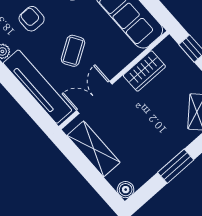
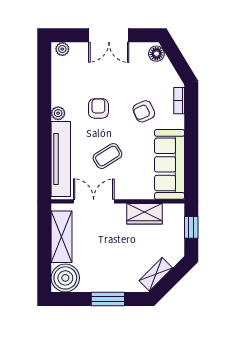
boiler: (126, 190) -> (65, 278), width x1.86, depth x1.86

